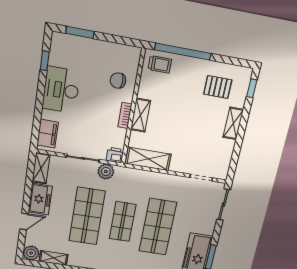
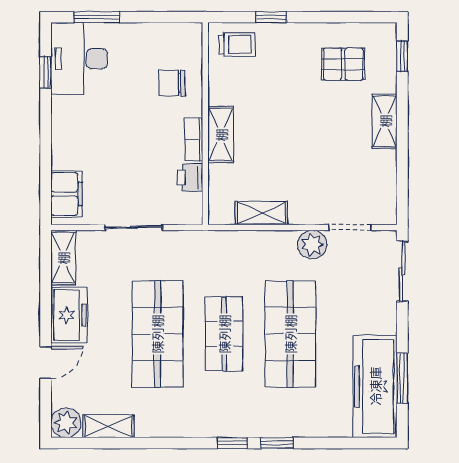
window: (183, 52) -> (271, 17), width x0.32
desk: (61, 90) -> (79, 59), moved
printer: (115, 155) -> (190, 178), moved, turned -90
shelving: (148, 159) -> (261, 213), width x0.67, depth x0.75
plant: (106, 172) -> (312, 245), moved

